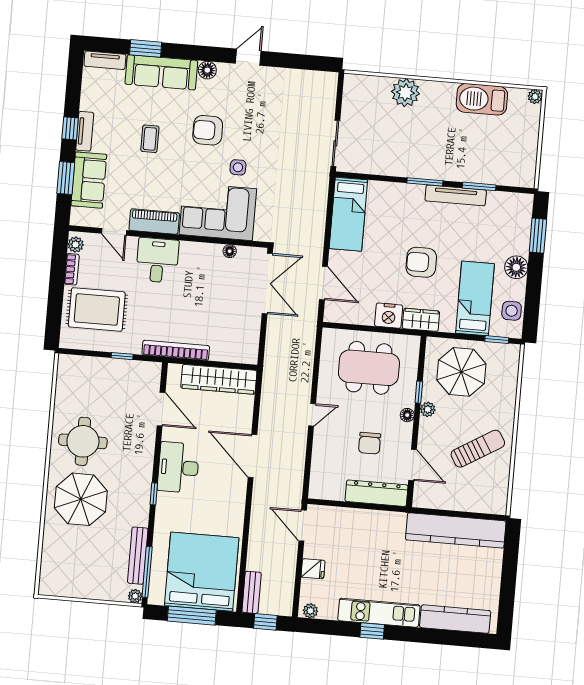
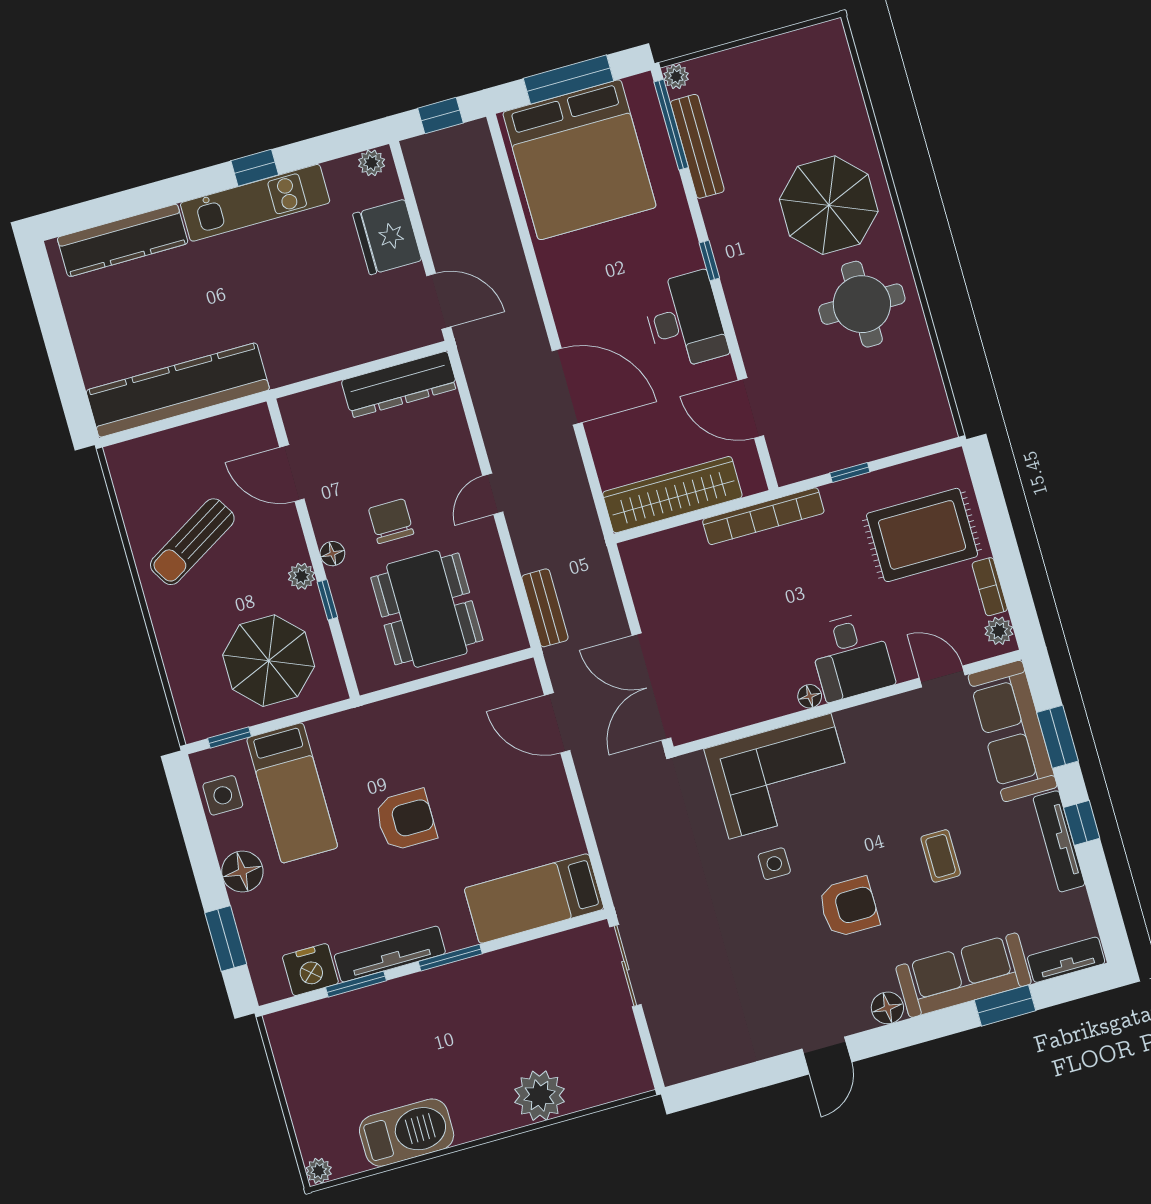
tv unit: (85, 131) -> (1059, 841), width x1.41
sofa: (89, 180) -> (1013, 731), width x1.36
bed: (348, 214) -> (534, 899), moved, turned -90
piano: (154, 222) -> (881, 719), removed
floor lamp: (230, 251) -> (810, 696), moved
nightstand: (389, 316) -> (310, 970), moved, turned 180
wardrobe: (421, 320) -> (370, 723), removed
dining table: (369, 368) -> (427, 609), turned 90
chair: (370, 443) -> (391, 521), moved
dresser: (377, 493) -> (399, 384), moved
fridge: (313, 569) -> (387, 237), width x1.88, depth x1.34
bench: (252, 592) -> (545, 608), moved

